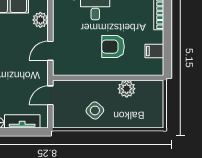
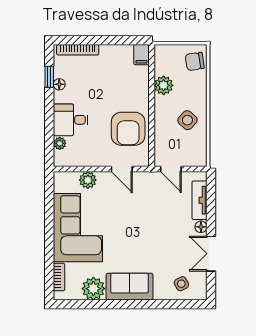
armchair: (113, 47) -> (128, 129), moved, width x1.36, depth x1.36
filing cabinet: (154, 51) -> (141, 55), moved
chair: (148, 117) -> (195, 61), added

